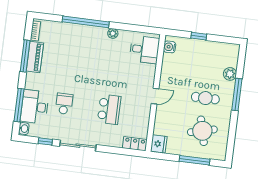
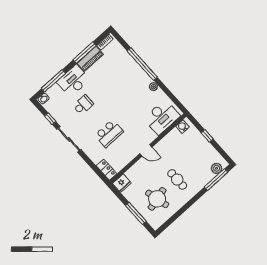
desk: (144, 50) -> (162, 117), width x1.37
plant: (230, 74) -> (217, 168), moved
window: (237, 94) -> (216, 180), moved
desk: (35, 107) -> (73, 81), moved

